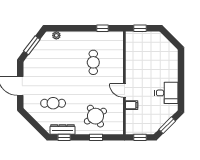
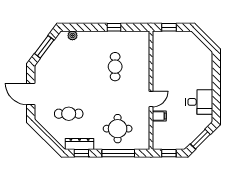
window: (102, 28) -> (114, 27), moved
door: (124, 90) -> (151, 99), swing flipped
round table: (95, 116) -> (118, 129), turned 32
window: (96, 137) -> (118, 153), width x2.17

